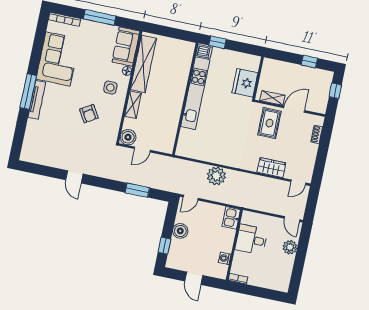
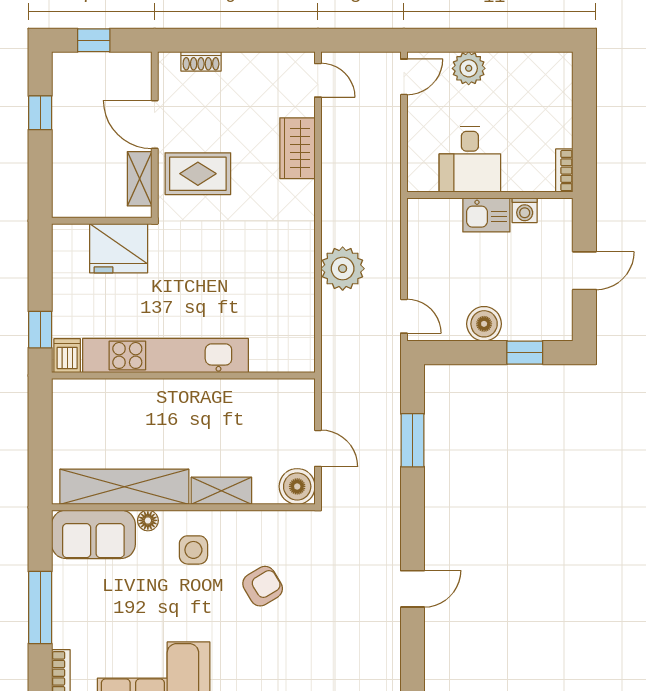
kitchen sink: (231, 218) -> (486, 215), moved

